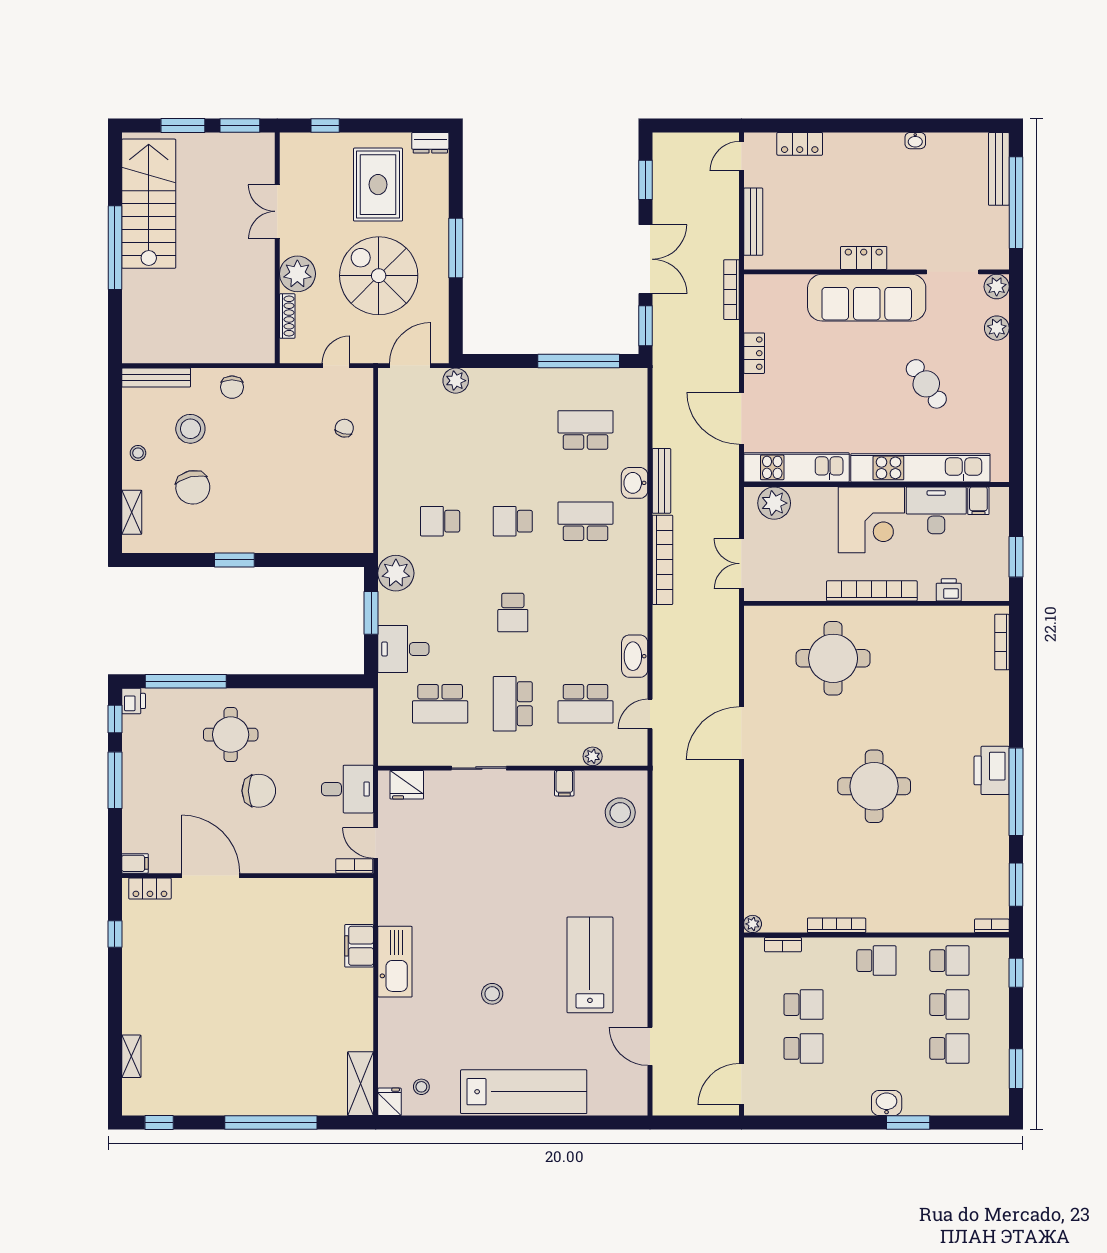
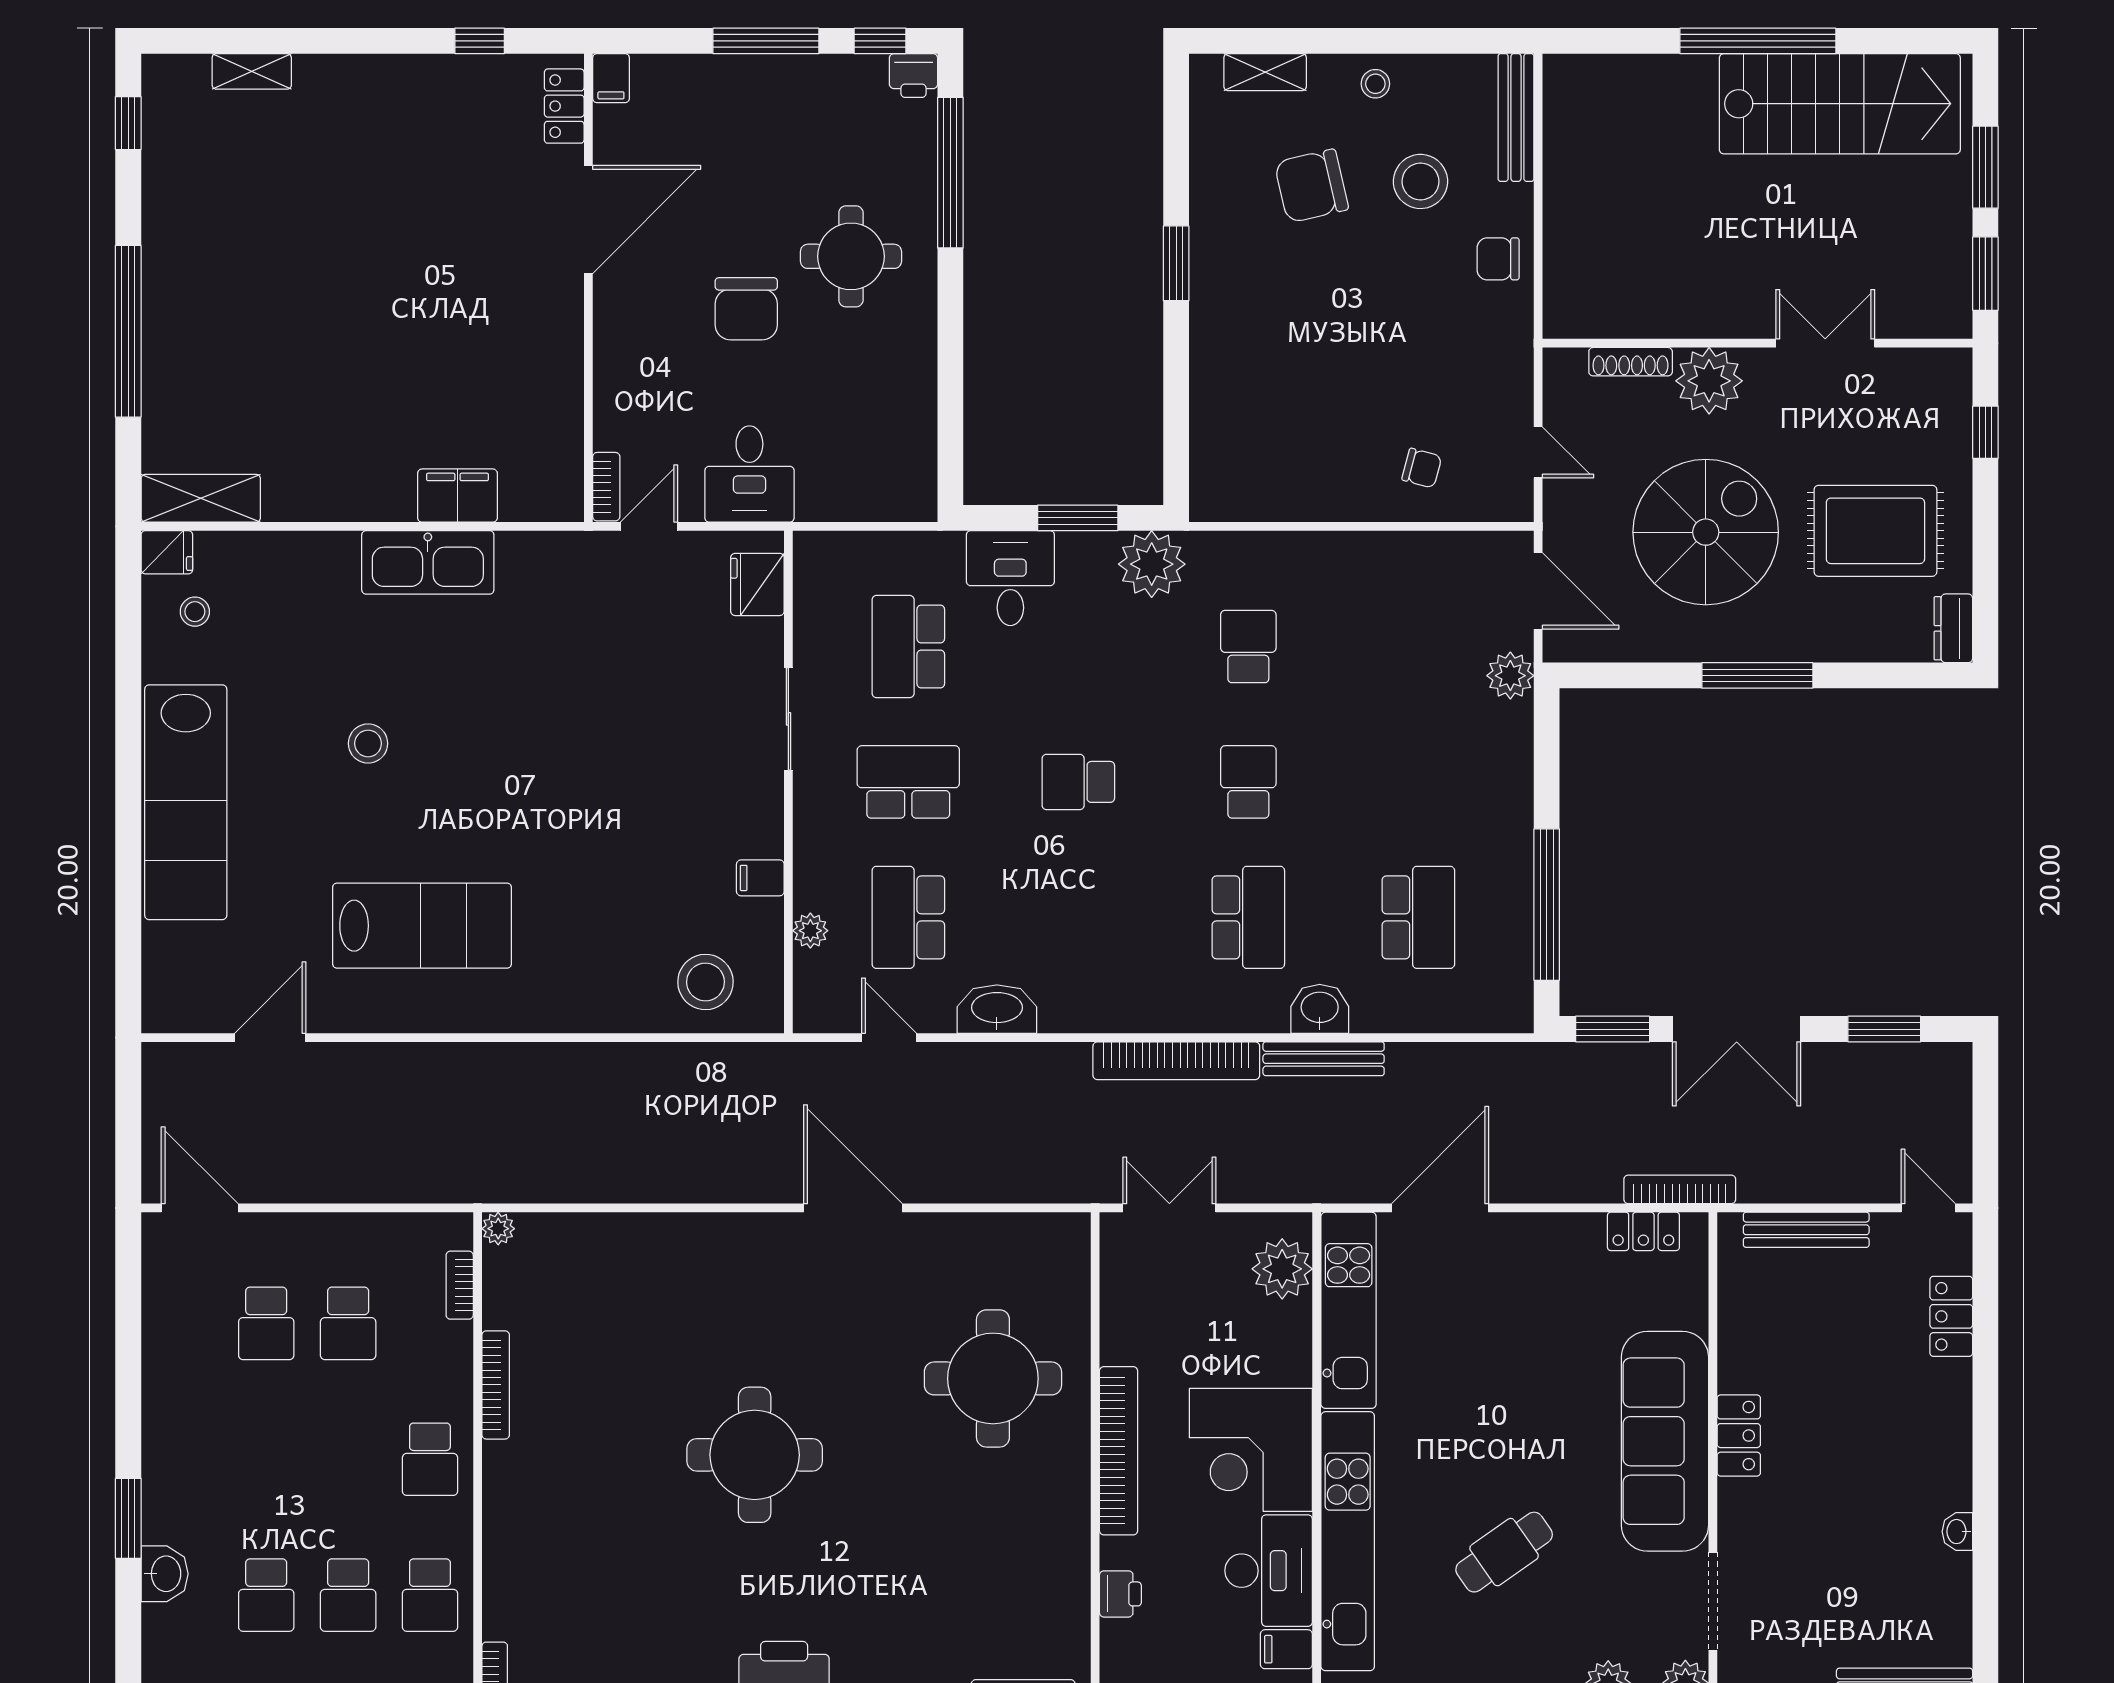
locker: (754, 353) -> (1643, 1231), moved
washbasin: (887, 1103) -> (165, 1574), moved

